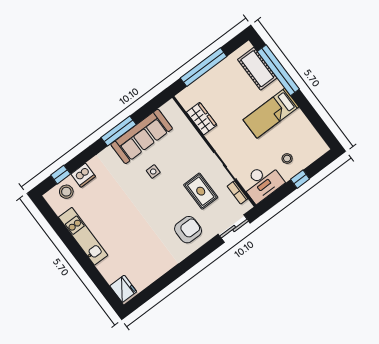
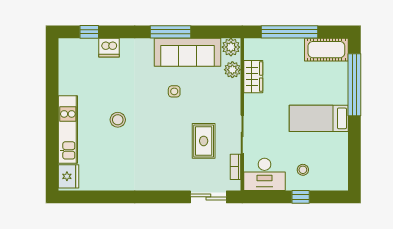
cot: (257, 69) -> (326, 50), moved, turned 90
plant: (170, 109) -> (231, 47), added
plant: (183, 125) -> (232, 70), added
stool: (66, 192) -> (118, 120), moved
armchair: (188, 230) -> (166, 167), removed
kitchen unit: (83, 236) -> (68, 129), moved

